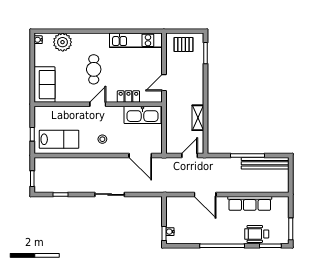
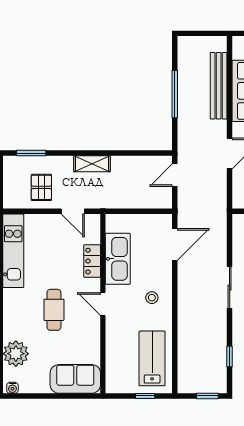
pallet: (184, 44) -> (41, 187), moved
cafe table: (94, 69) -> (54, 310), turned 90
kitchen sink: (143, 115) -> (118, 259), moved
shelving: (198, 118) -> (92, 164), moved
door: (190, 155) -> (175, 175), hinge flipped
bench: (265, 163) -> (219, 86), moved

